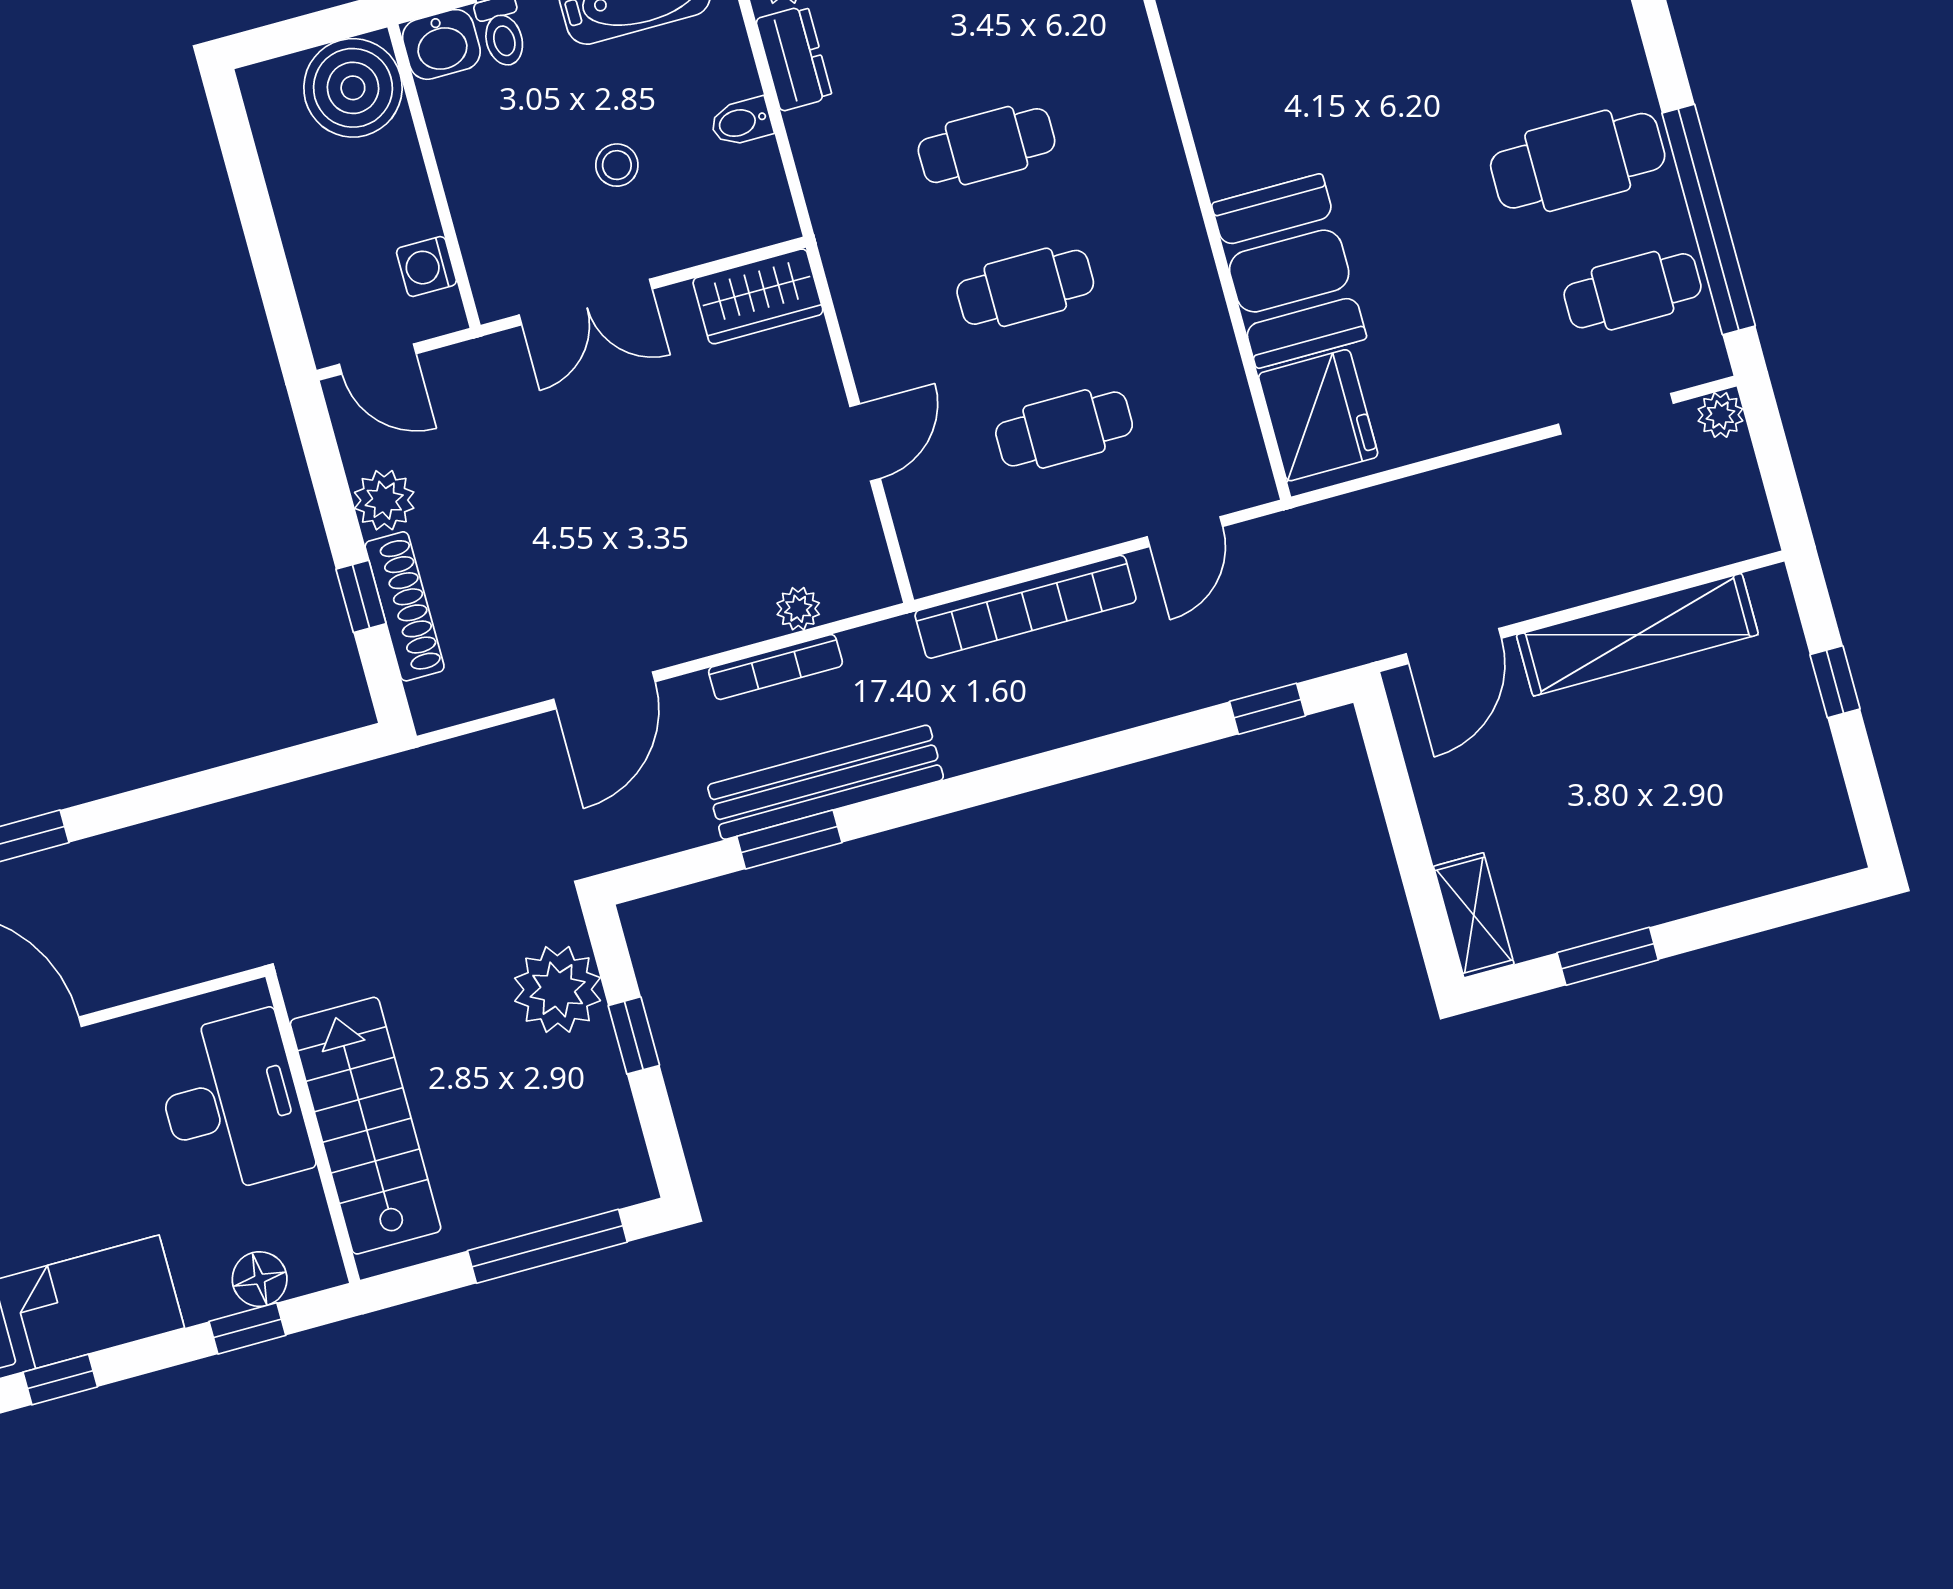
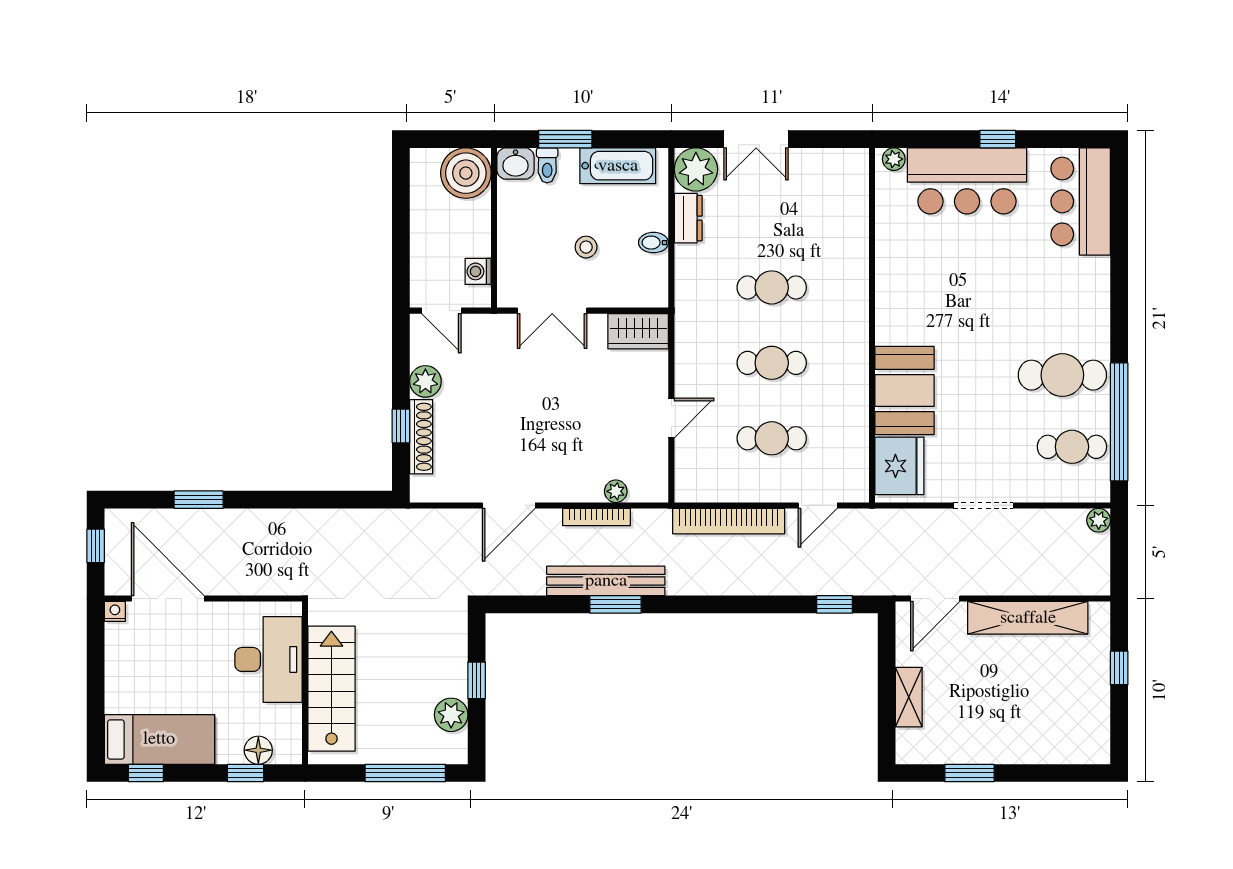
doorway: (1616, 414) -> (983, 505), moved
window: (789, 839) -> (616, 604), moved
shelving: (1474, 915) -> (909, 697), moved
plant: (558, 989) -> (451, 715), moved, width x0.73, depth x0.73

